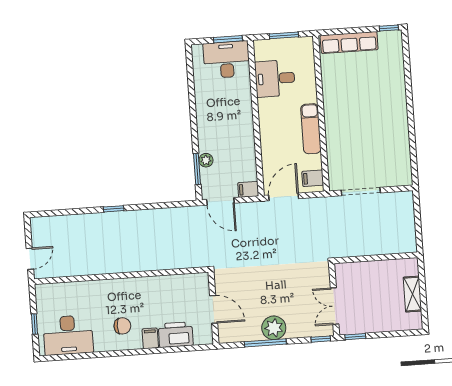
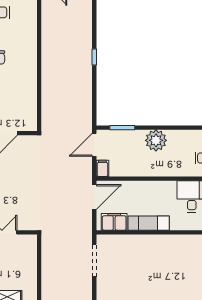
plant: (206, 160) -> (156, 140), moved, width x1.87, depth x1.87
filing cabinet: (313, 178) -> (114, 222), width x2.00
door: (284, 197) -> (94, 197), hinge flipped

